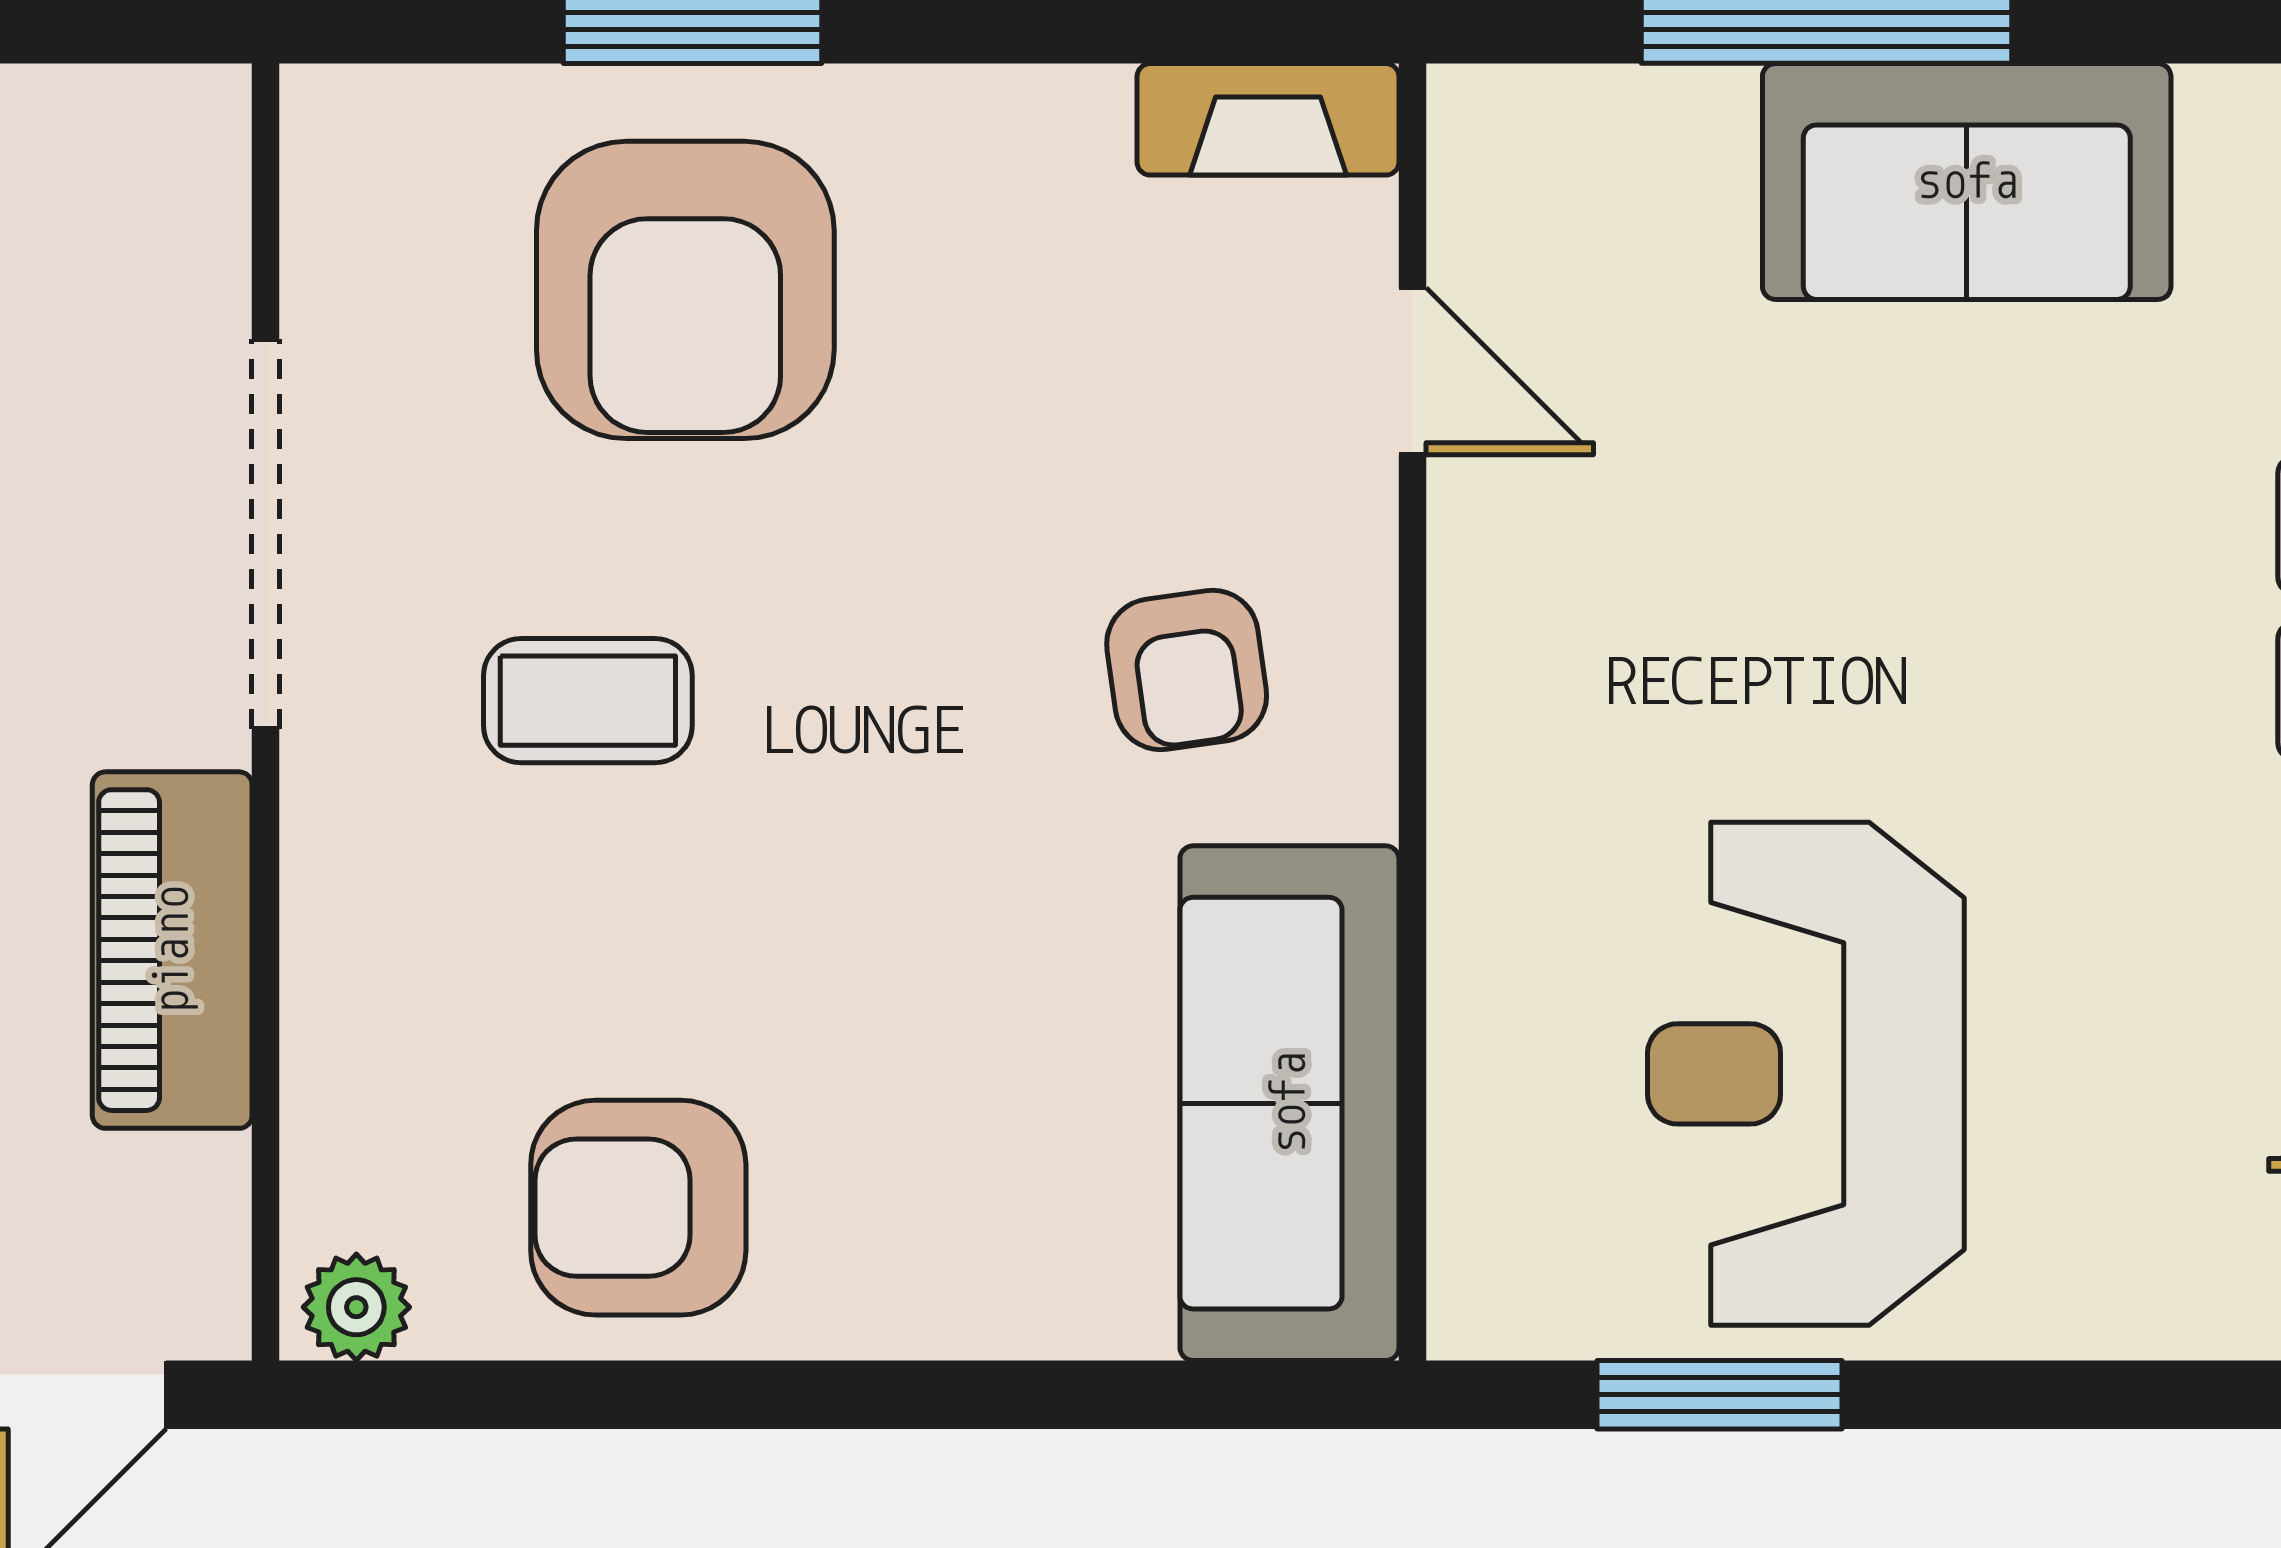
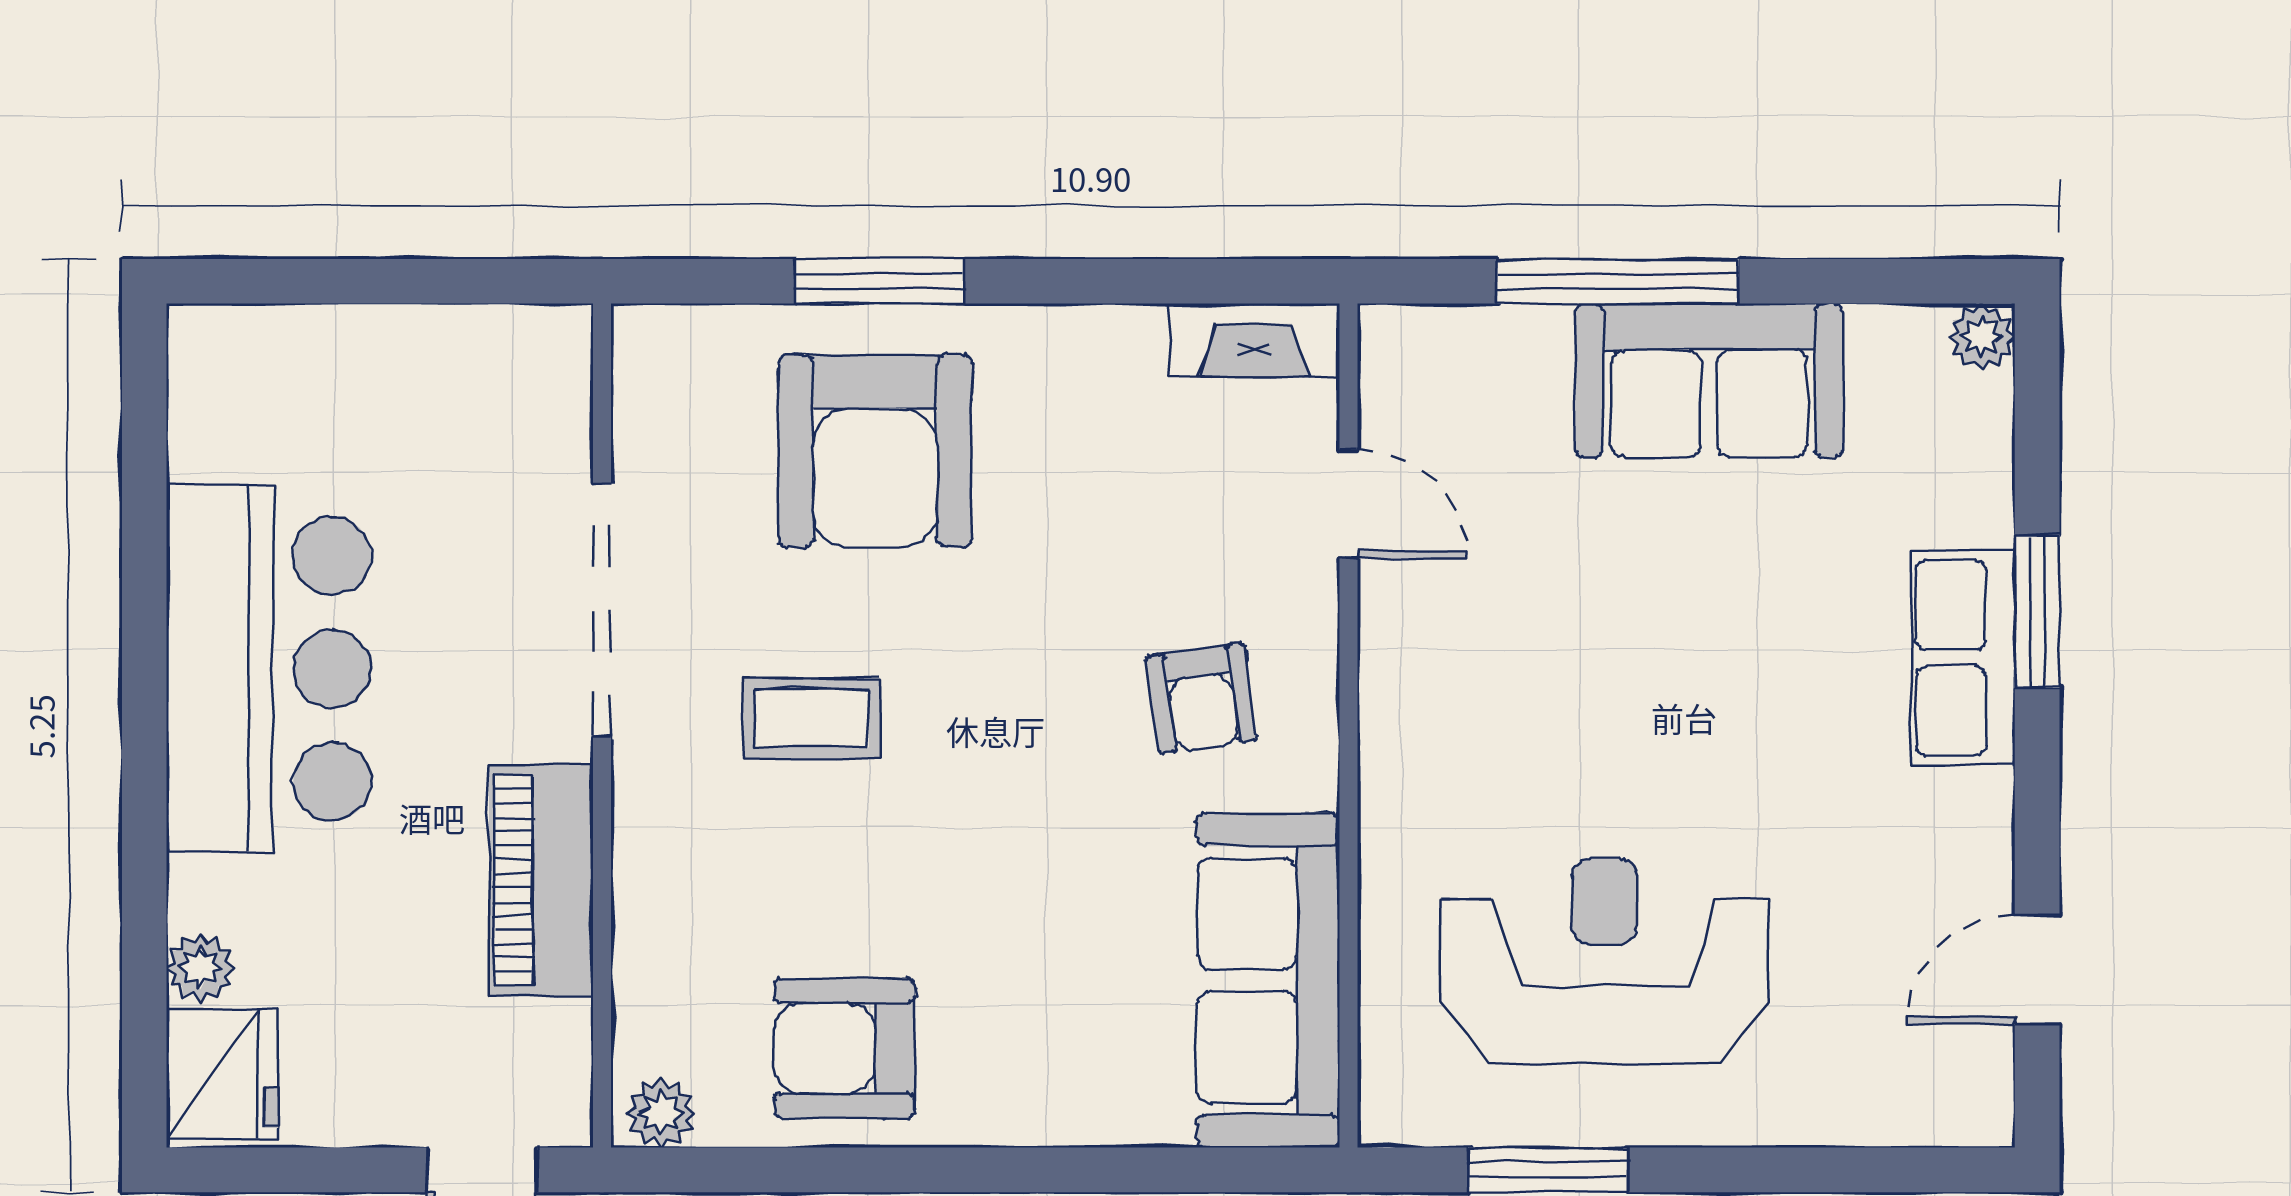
reception desk: (1806, 1074) -> (1604, 961), turned 90

